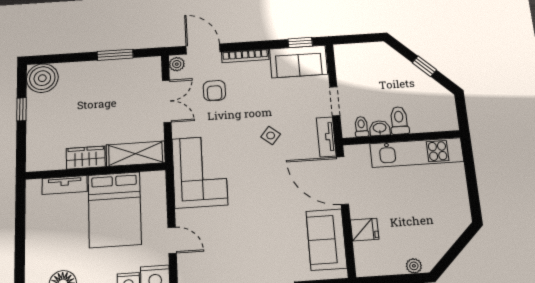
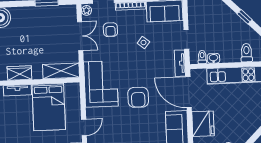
toilet: (399, 120) -> (247, 53), moved
side table: (271, 135) -> (143, 43), moved
wardrobe: (86, 158) -> (19, 73), moved
armchair: (261, 191) -> (138, 97), added
fridge: (365, 230) -> (203, 124), width x1.88, depth x1.34
door: (172, 240) -> (84, 127), hinge flipped

